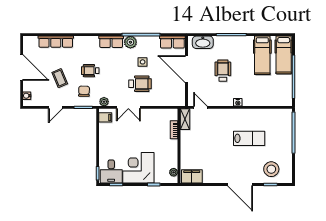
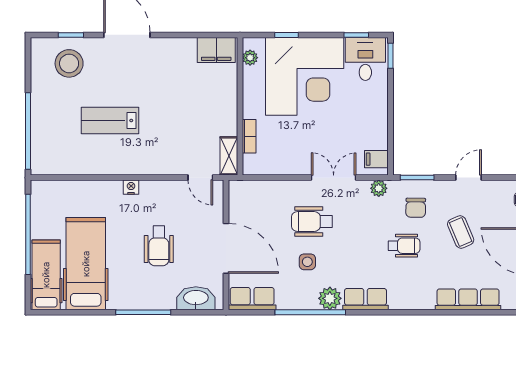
hospital bed: (262, 55) -> (86, 264), width x1.37, depth x1.29
corner desk: (138, 168) -> (305, 76), width x1.36, depth x1.36

